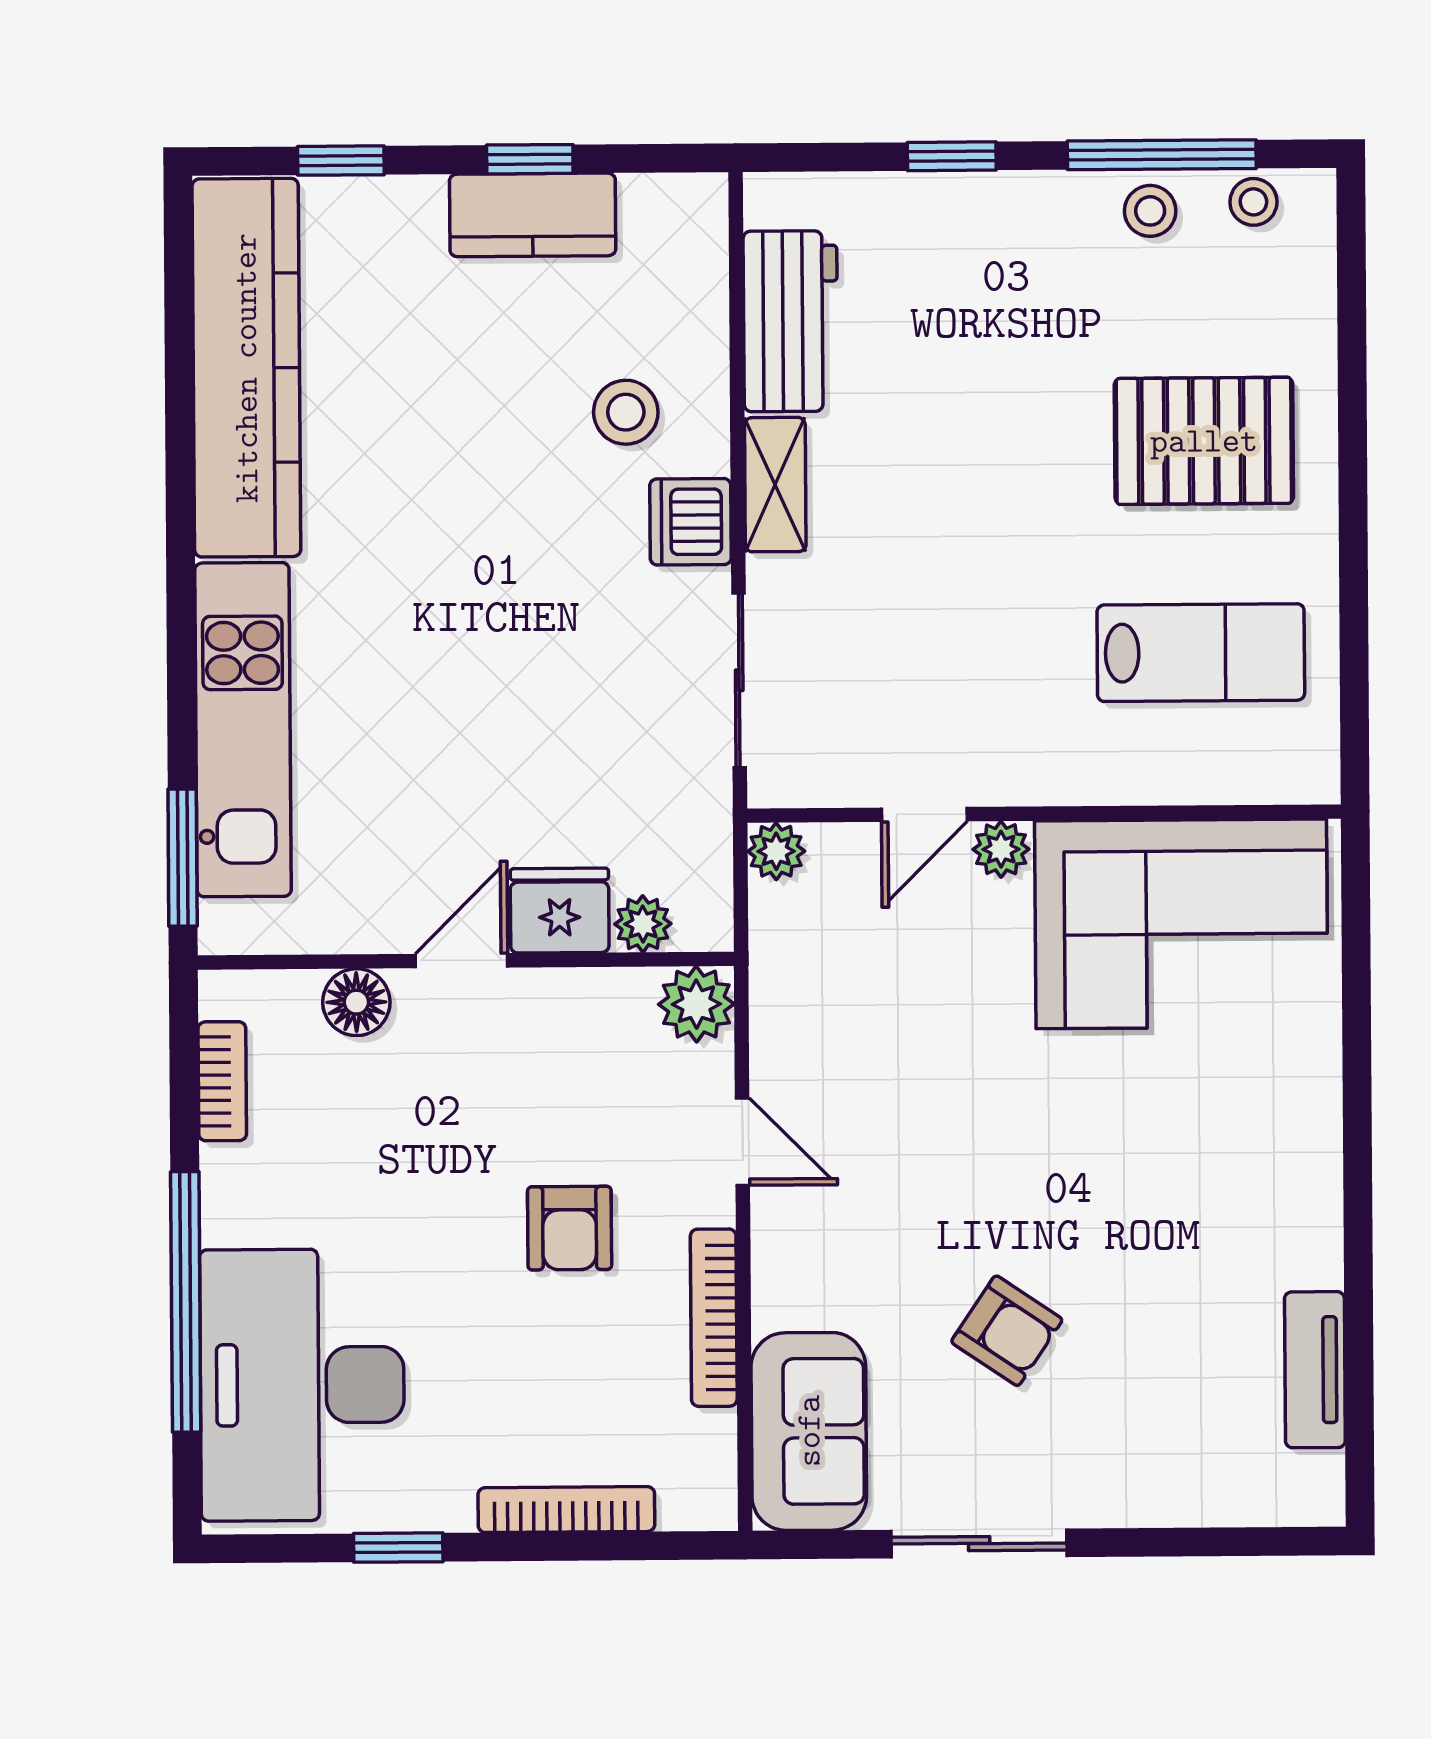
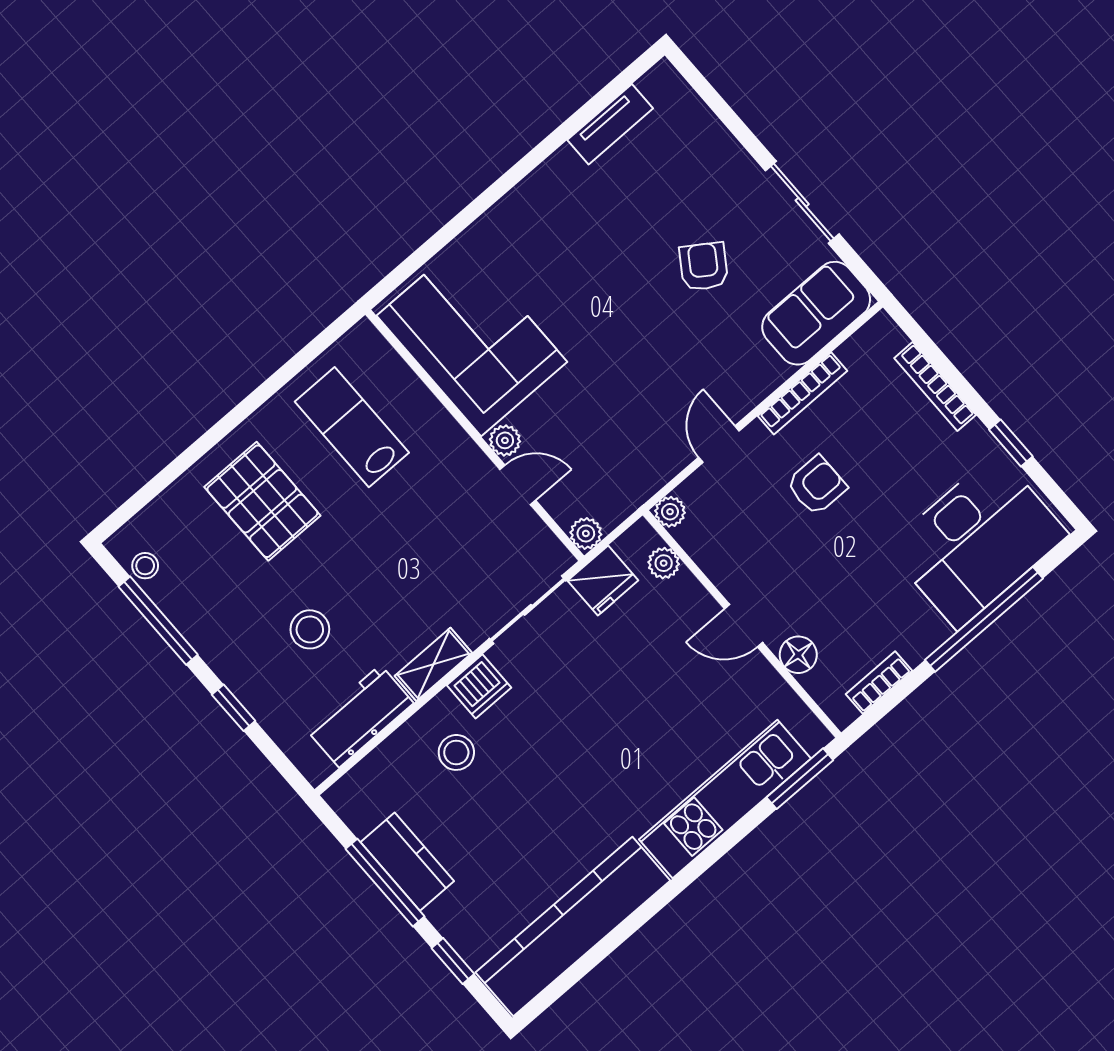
window: (530, 159) -> (385, 883), width x2.17
stool: (1150, 211) -> (310, 629), moved, width x1.37, depth x1.37
fridge: (560, 911) -> (603, 580), moved, turned -90
plant: (696, 1004) -> (670, 512), width x0.73, depth x0.73

